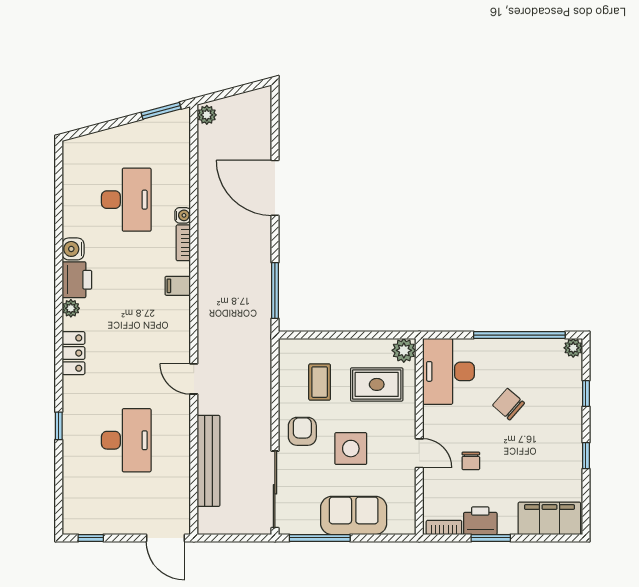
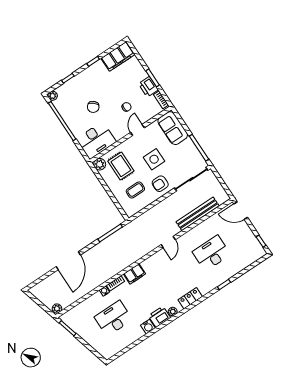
filing cabinet: (178, 286) -> (135, 274), width x2.00
sofa: (354, 515) -> (173, 128), moved
filing cabinet: (549, 518) -> (118, 56), moved, turned -90
door: (165, 538) -> (241, 211), swing flipped

